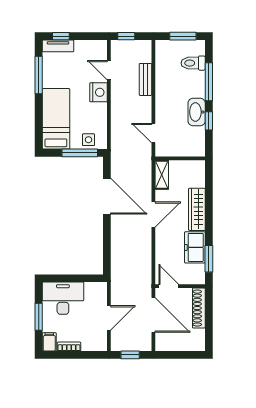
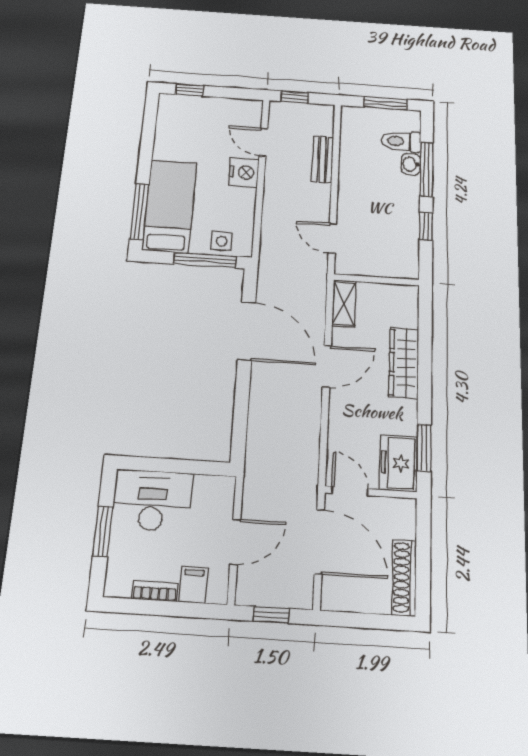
tv unit: (58, 46) -> (183, 103), removed
window: (39, 75) -> (139, 212), moved
washbasin: (197, 112) -> (411, 164), moved, width x0.52, depth x0.69
freezer: (195, 247) -> (399, 463), moved
shoe rack: (199, 308) -> (404, 577), moved
filing cabinet: (49, 342) -> (193, 585), moved

